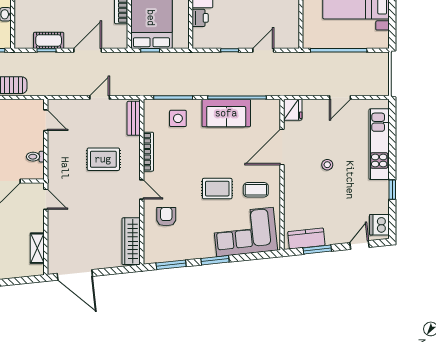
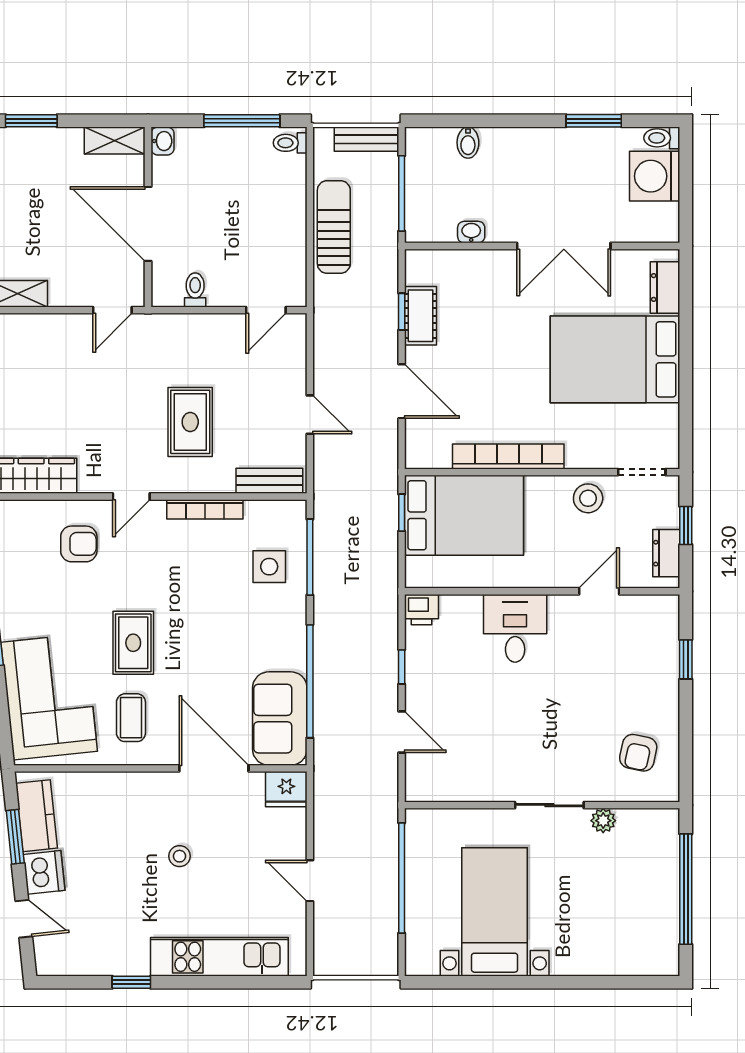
printer: (200, 18) -> (421, 610), moved
sofa: (226, 113) -> (280, 719), moved
dishwasher: (379, 225) -> (44, 872), moved, turned 84

